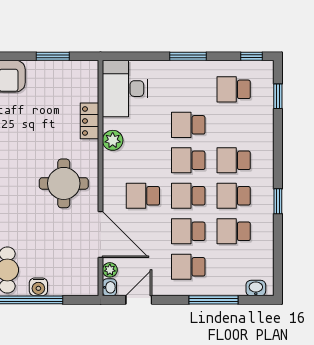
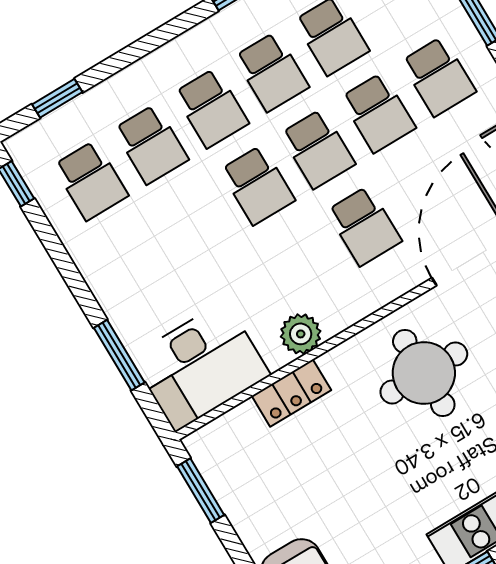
window: (53, 56) -> (201, 491), moved
window: (188, 56) -> (119, 355), moved
school desk: (188, 125) -> (151, 144), moved

